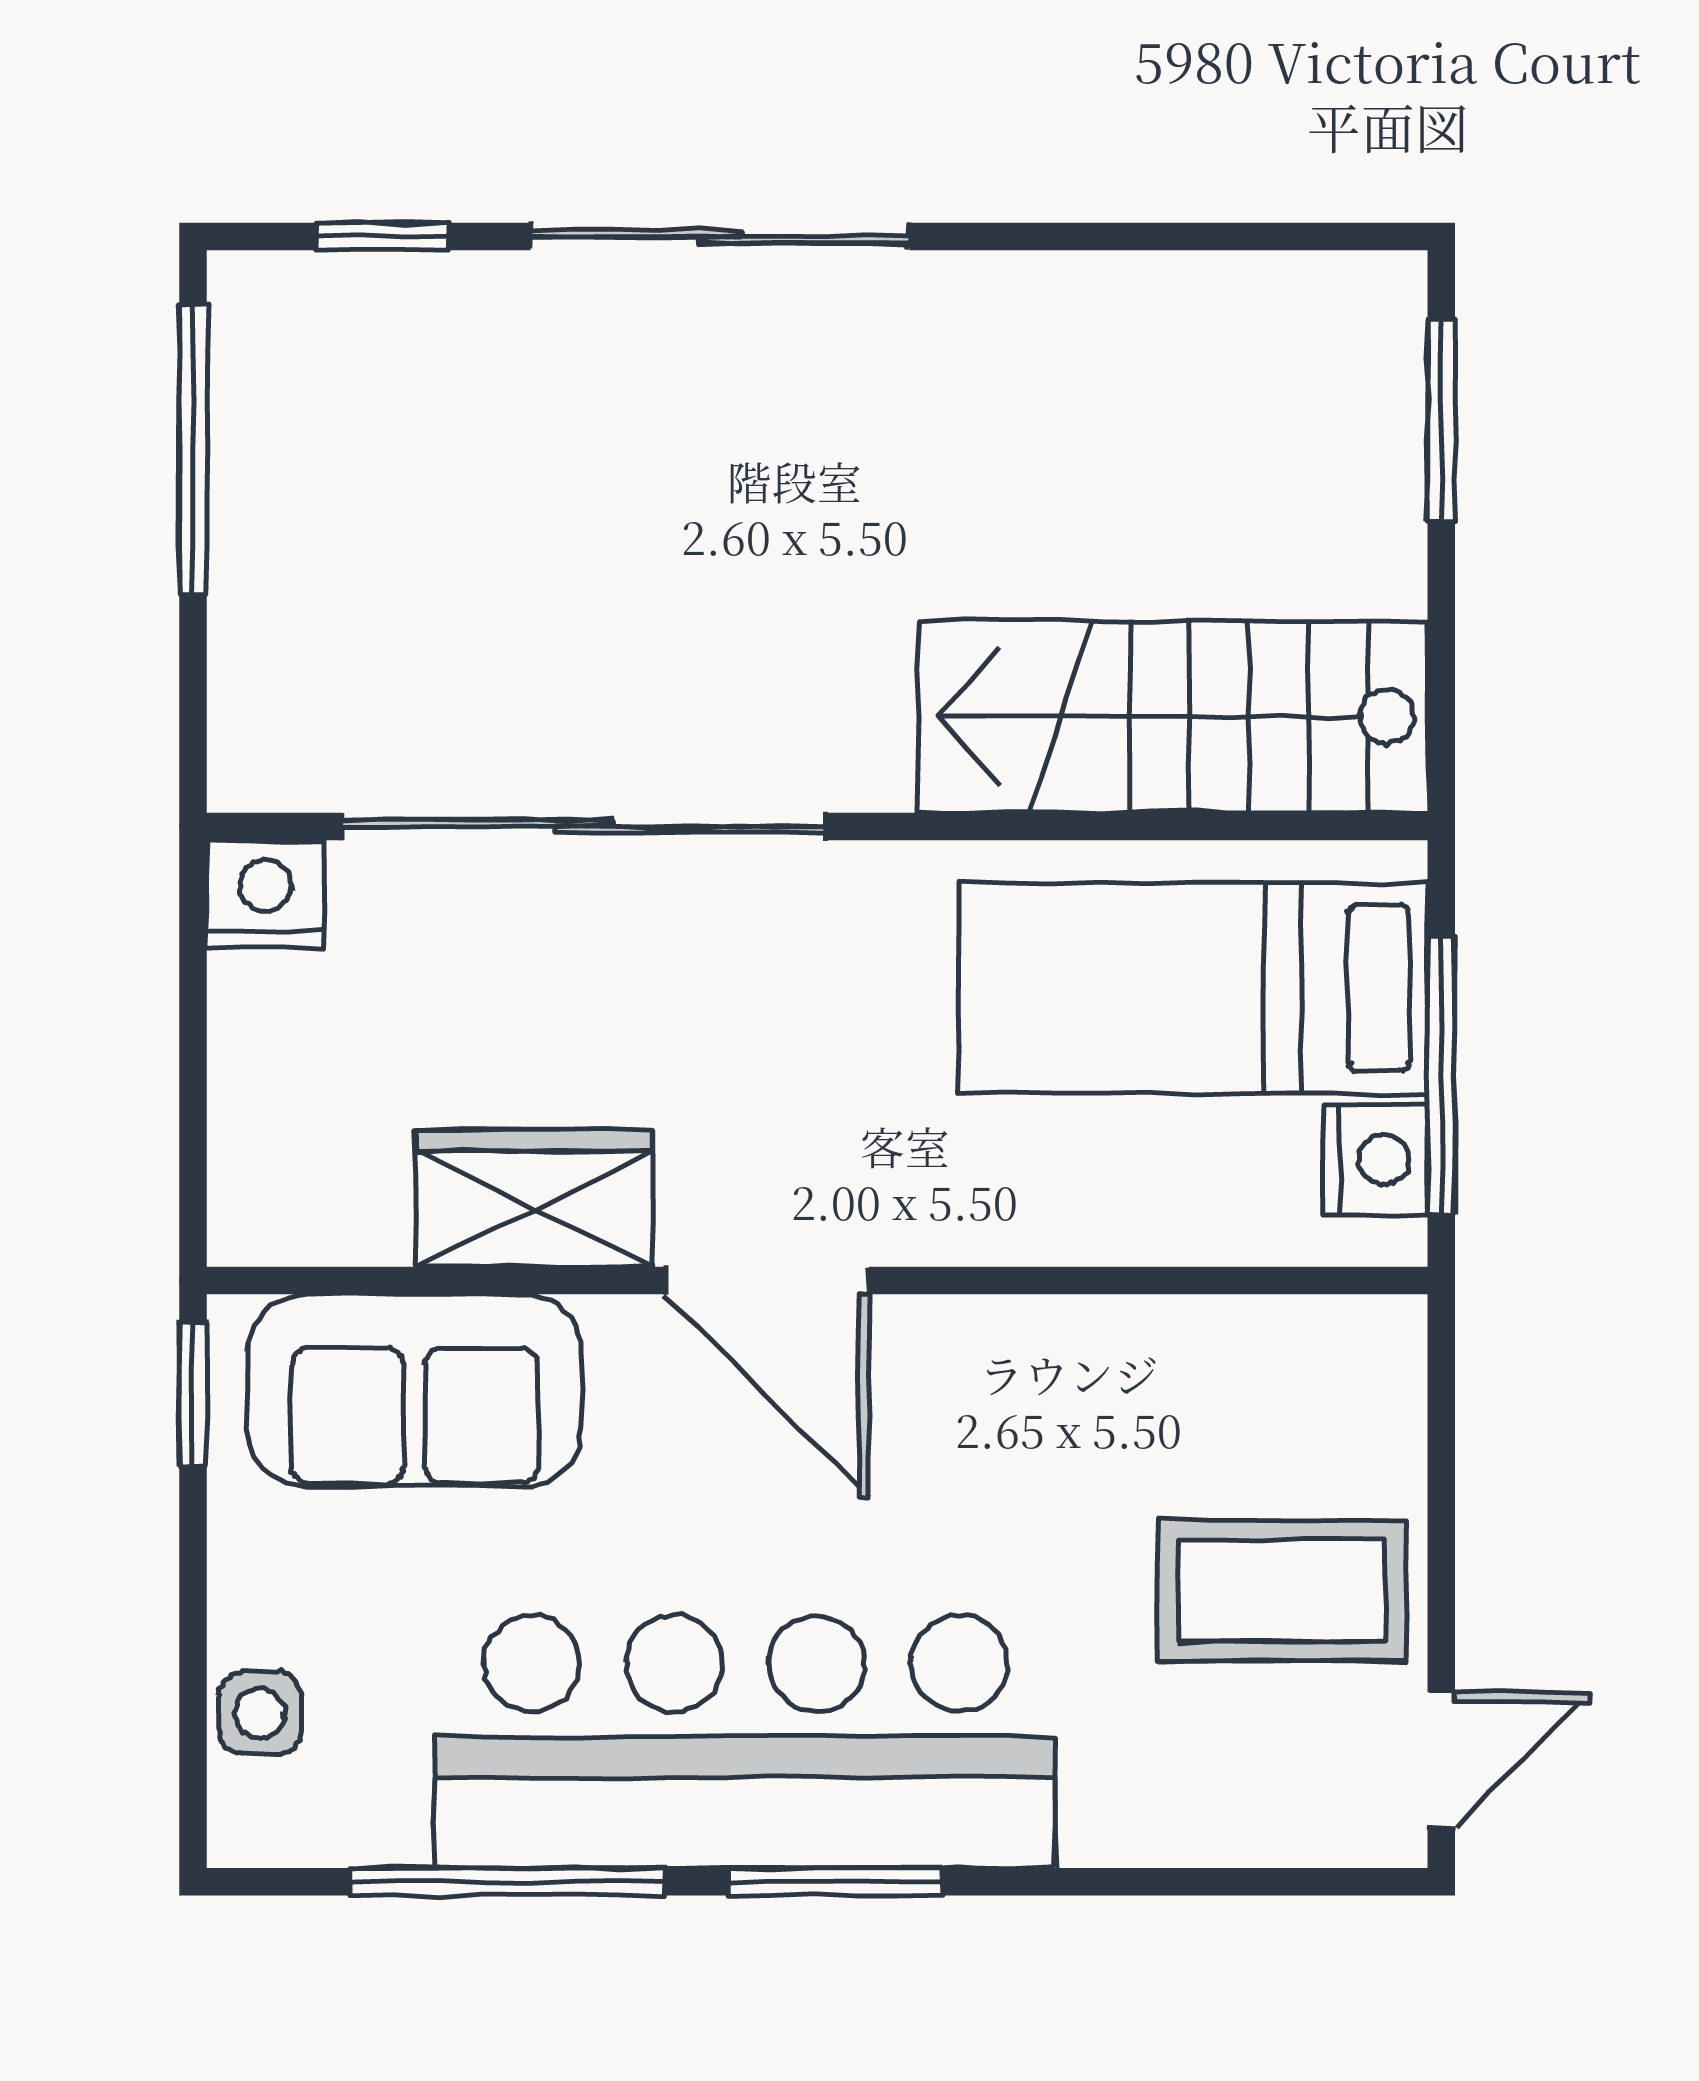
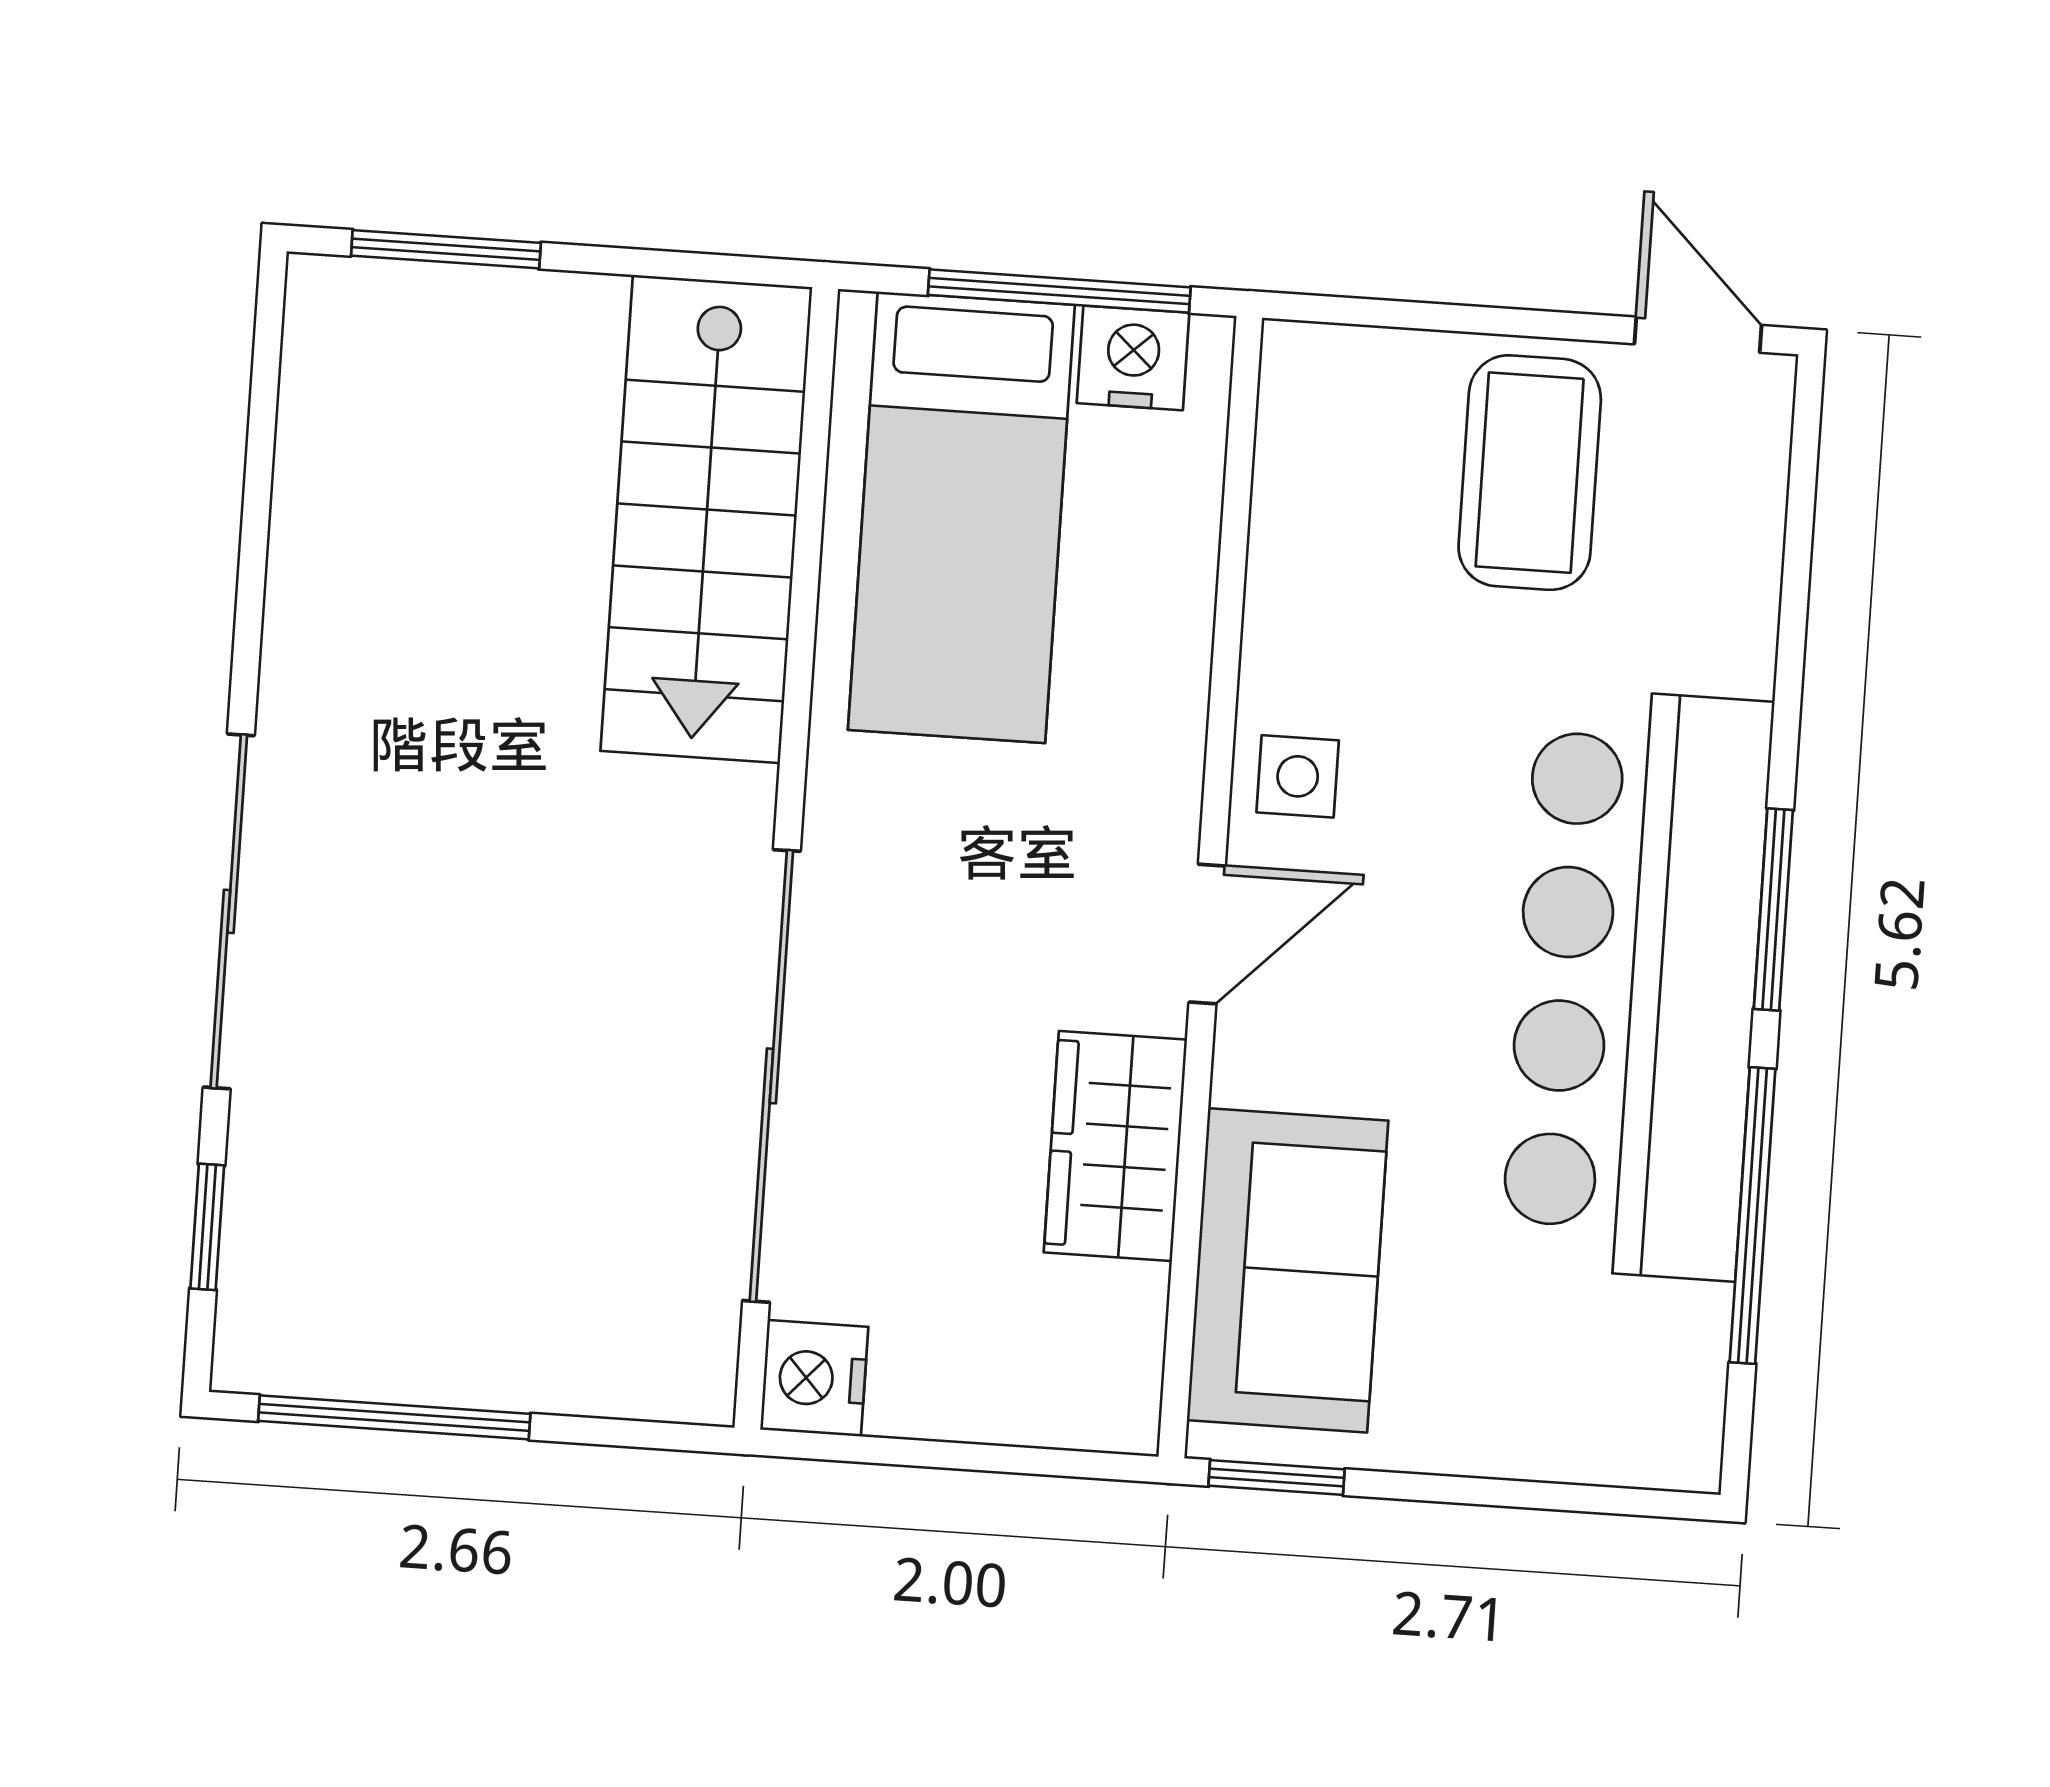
door: (767, 1280) -> (1207, 934), width x0.73
side table: (260, 1713) -> (1298, 776), moved

